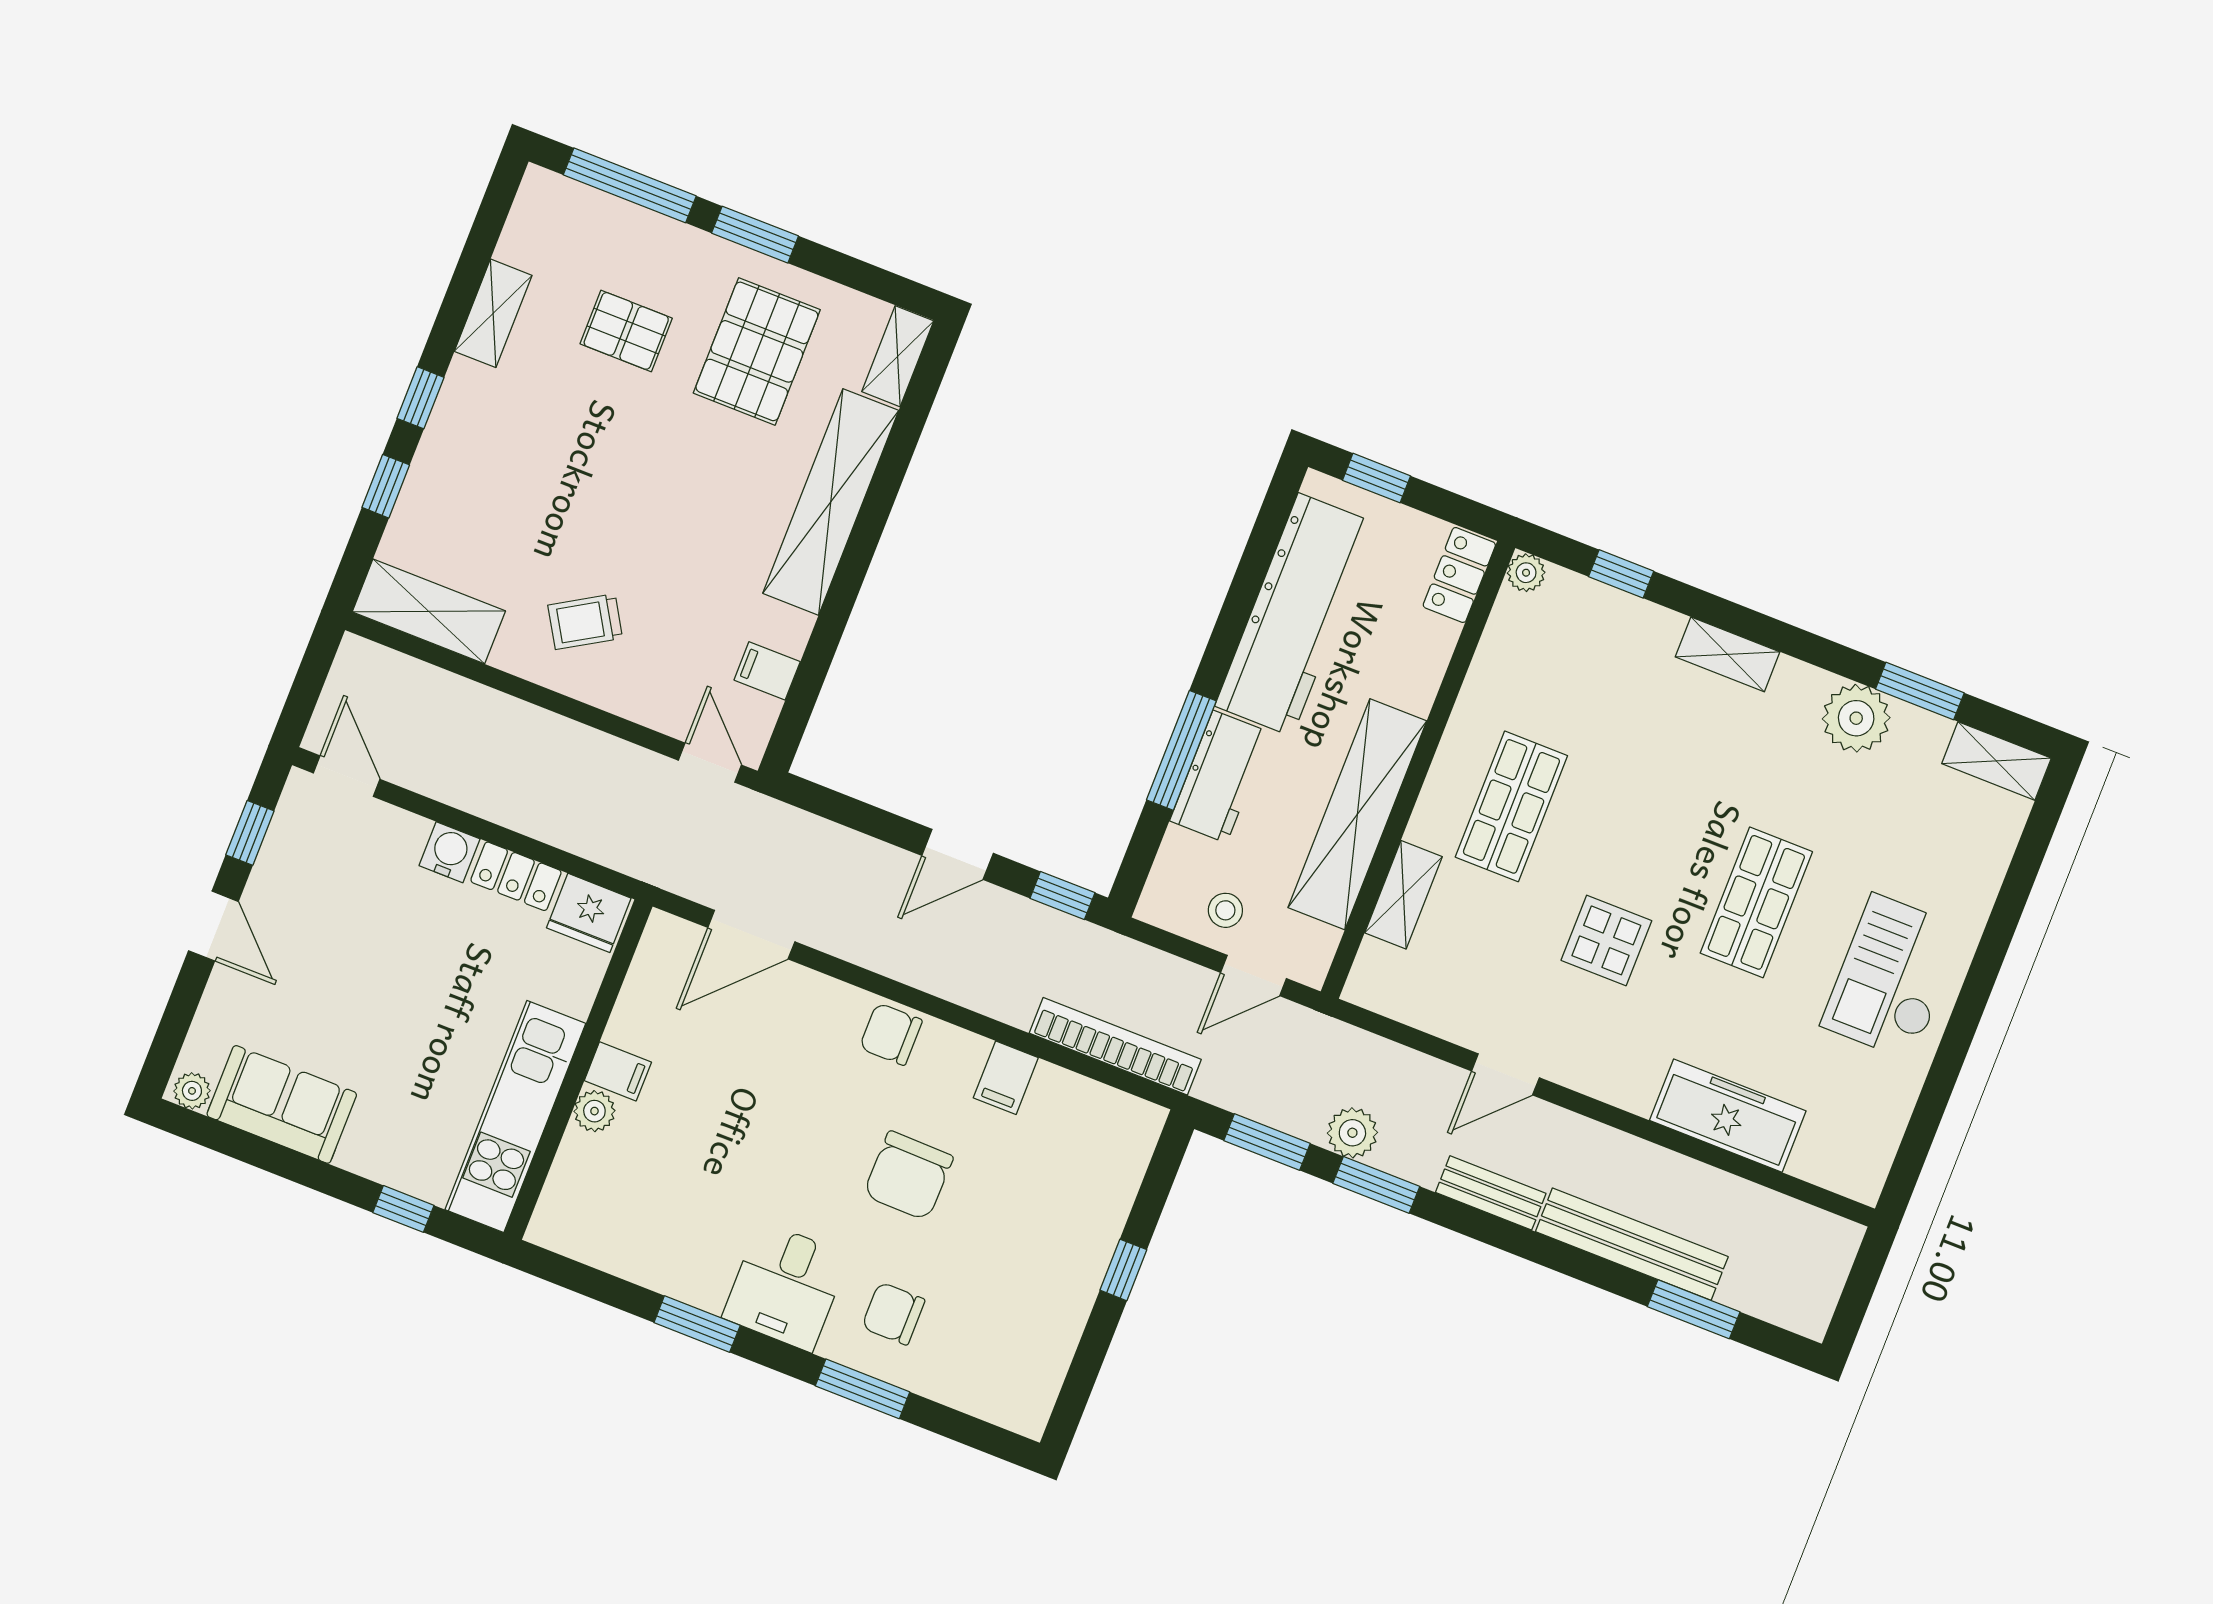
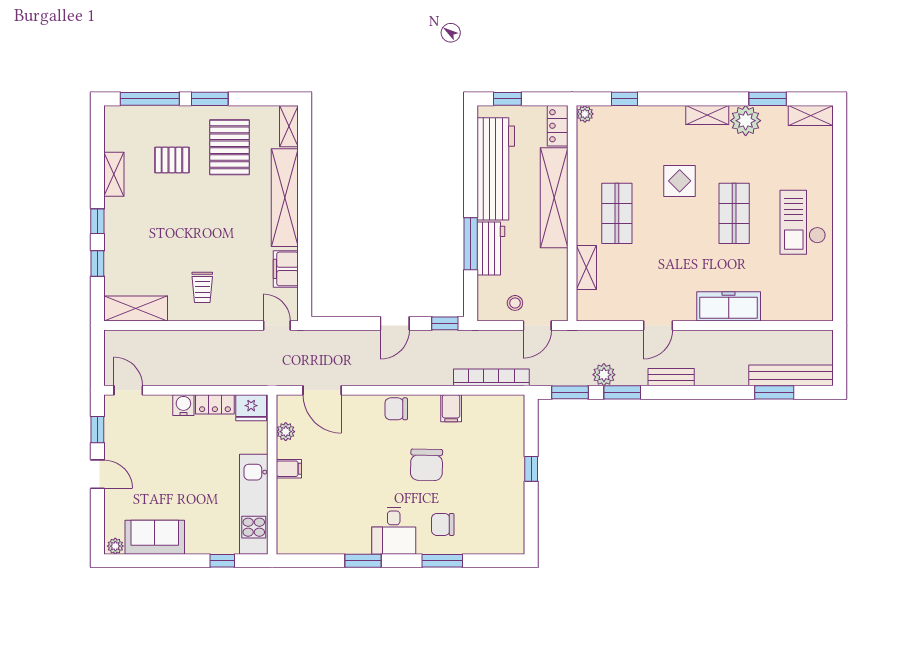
trolley: (585, 622) -> (202, 287), turned -59
shelving: (1728, 654) -> (707, 115), moved
filing cabinet: (767, 671) -> (286, 269), width x2.00
shelving: (1357, 814) -> (554, 198), moved
door: (751, 935) -> (322, 390), hinge flipped
display table: (1606, 940) -> (680, 181), moved
plant: (594, 1111) -> (286, 432), moved
freezer: (1728, 1116) -> (729, 306), moved
bench: (1632, 1244) -> (791, 375), moved

